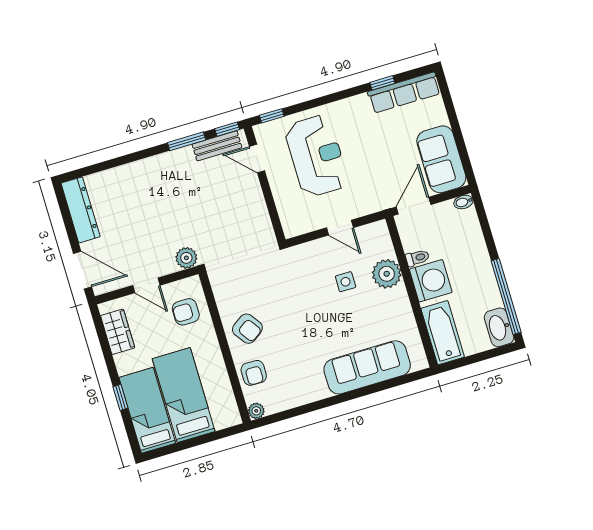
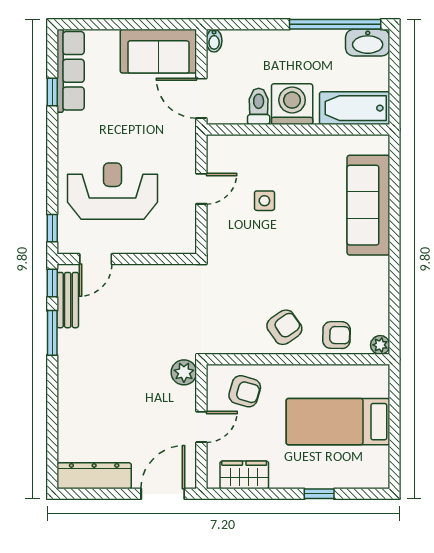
toilet: (417, 258) -> (259, 106), width x1.37, depth x1.39
plant: (387, 274) -> (269, 152), removed
armchair: (186, 312) -> (245, 391), turned -74
bed: (147, 410) -> (343, 468), removed

